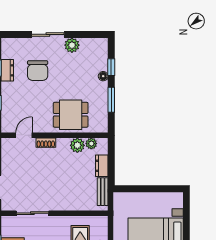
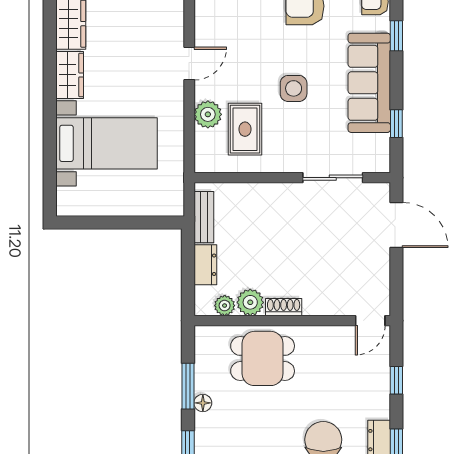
floor lamp: (103, 76) -> (203, 403), moved
door: (24, 135) -> (370, 321), moved
shoe rack: (46, 143) -> (284, 307), moved

